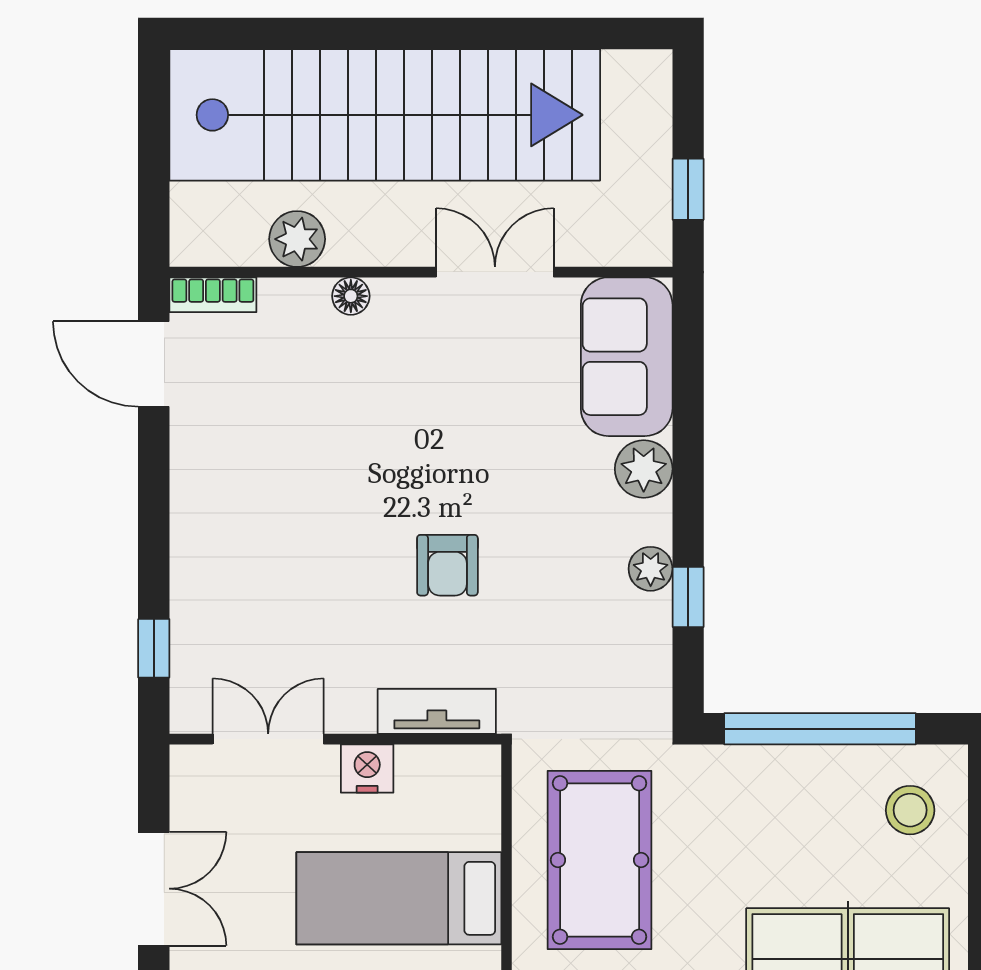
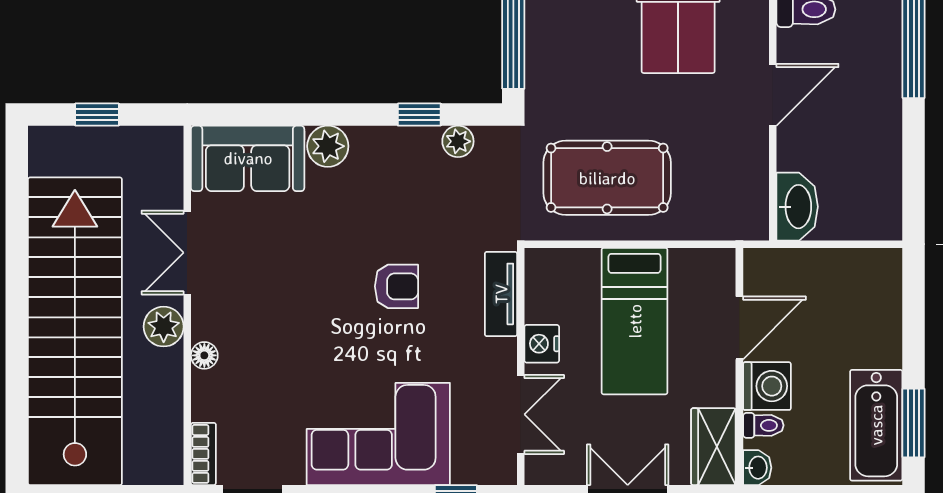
window: (688, 189) -> (97, 115), moved
plant: (297, 239) -> (164, 327), moved
corner sofa: (241, 540) -> (378, 434), added
plant: (651, 569) -> (458, 141), moved
double door: (268, 739) -> (521, 414), swing flipped

